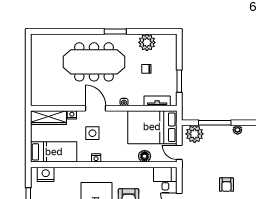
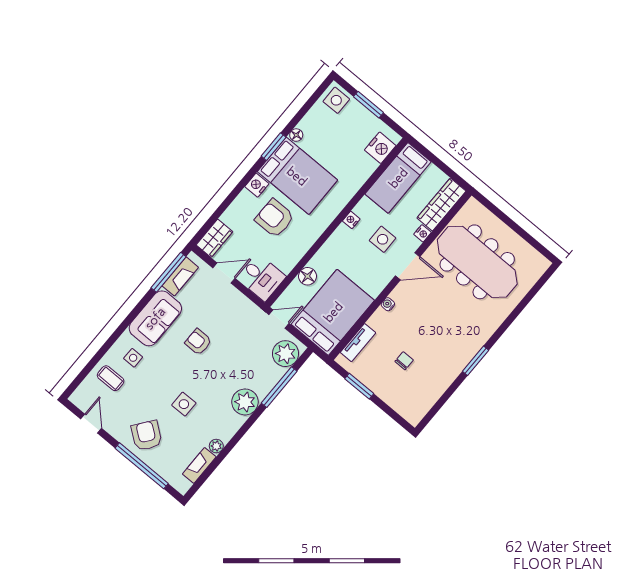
plant: (147, 42) -> (433, 386), removed
meeting table: (94, 62) -> (477, 262), moved, turned 90
plant: (237, 130) -> (245, 402), width x1.88, depth x1.88

